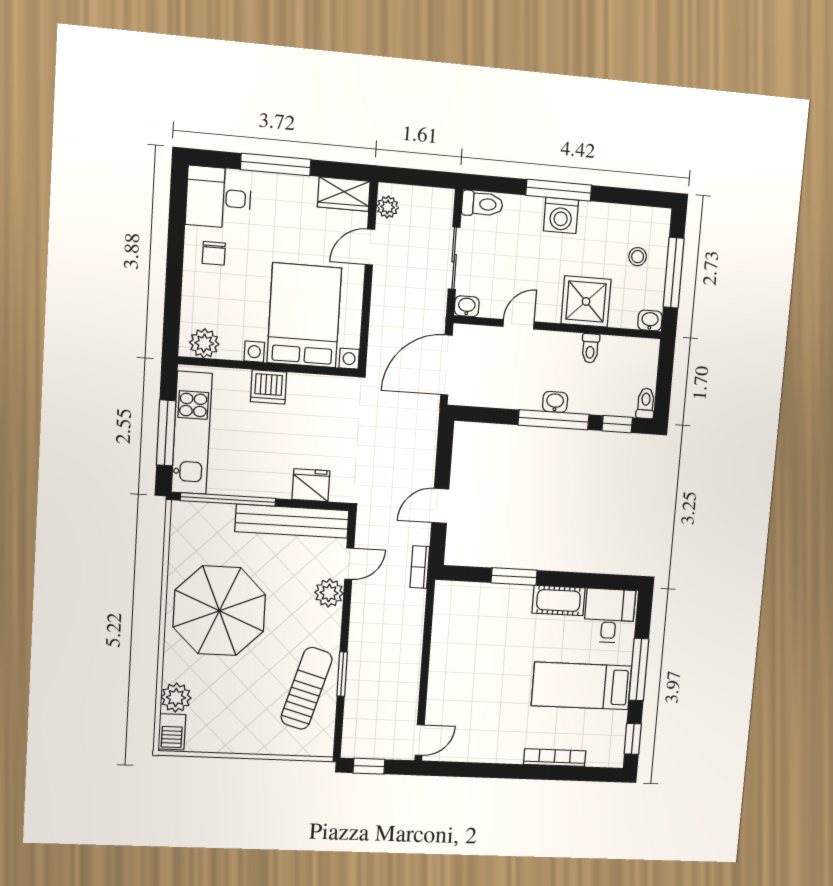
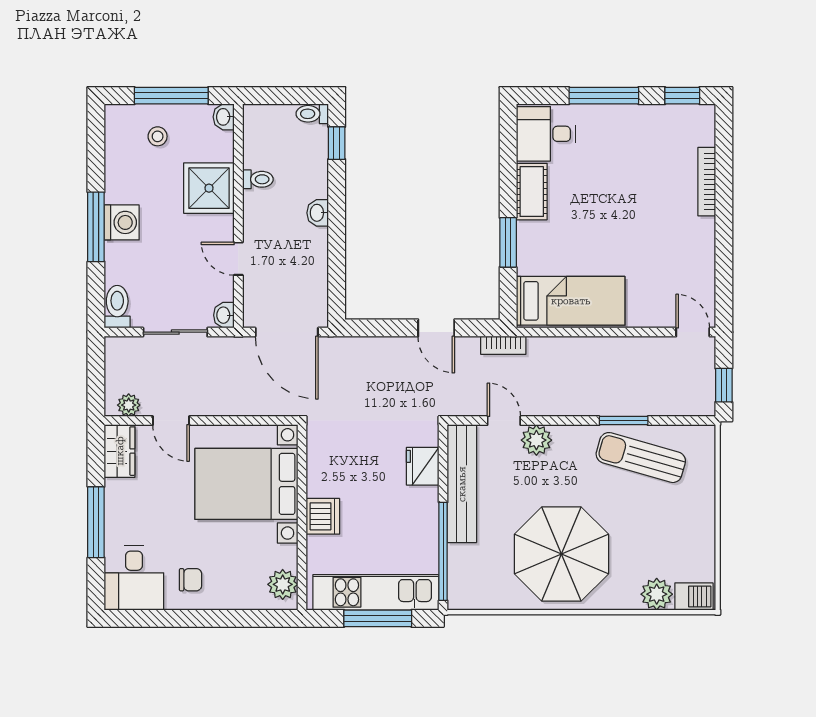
window: (554, 420) -> (337, 213), removed
bed: (582, 686) -> (571, 301), moved, turned -90

